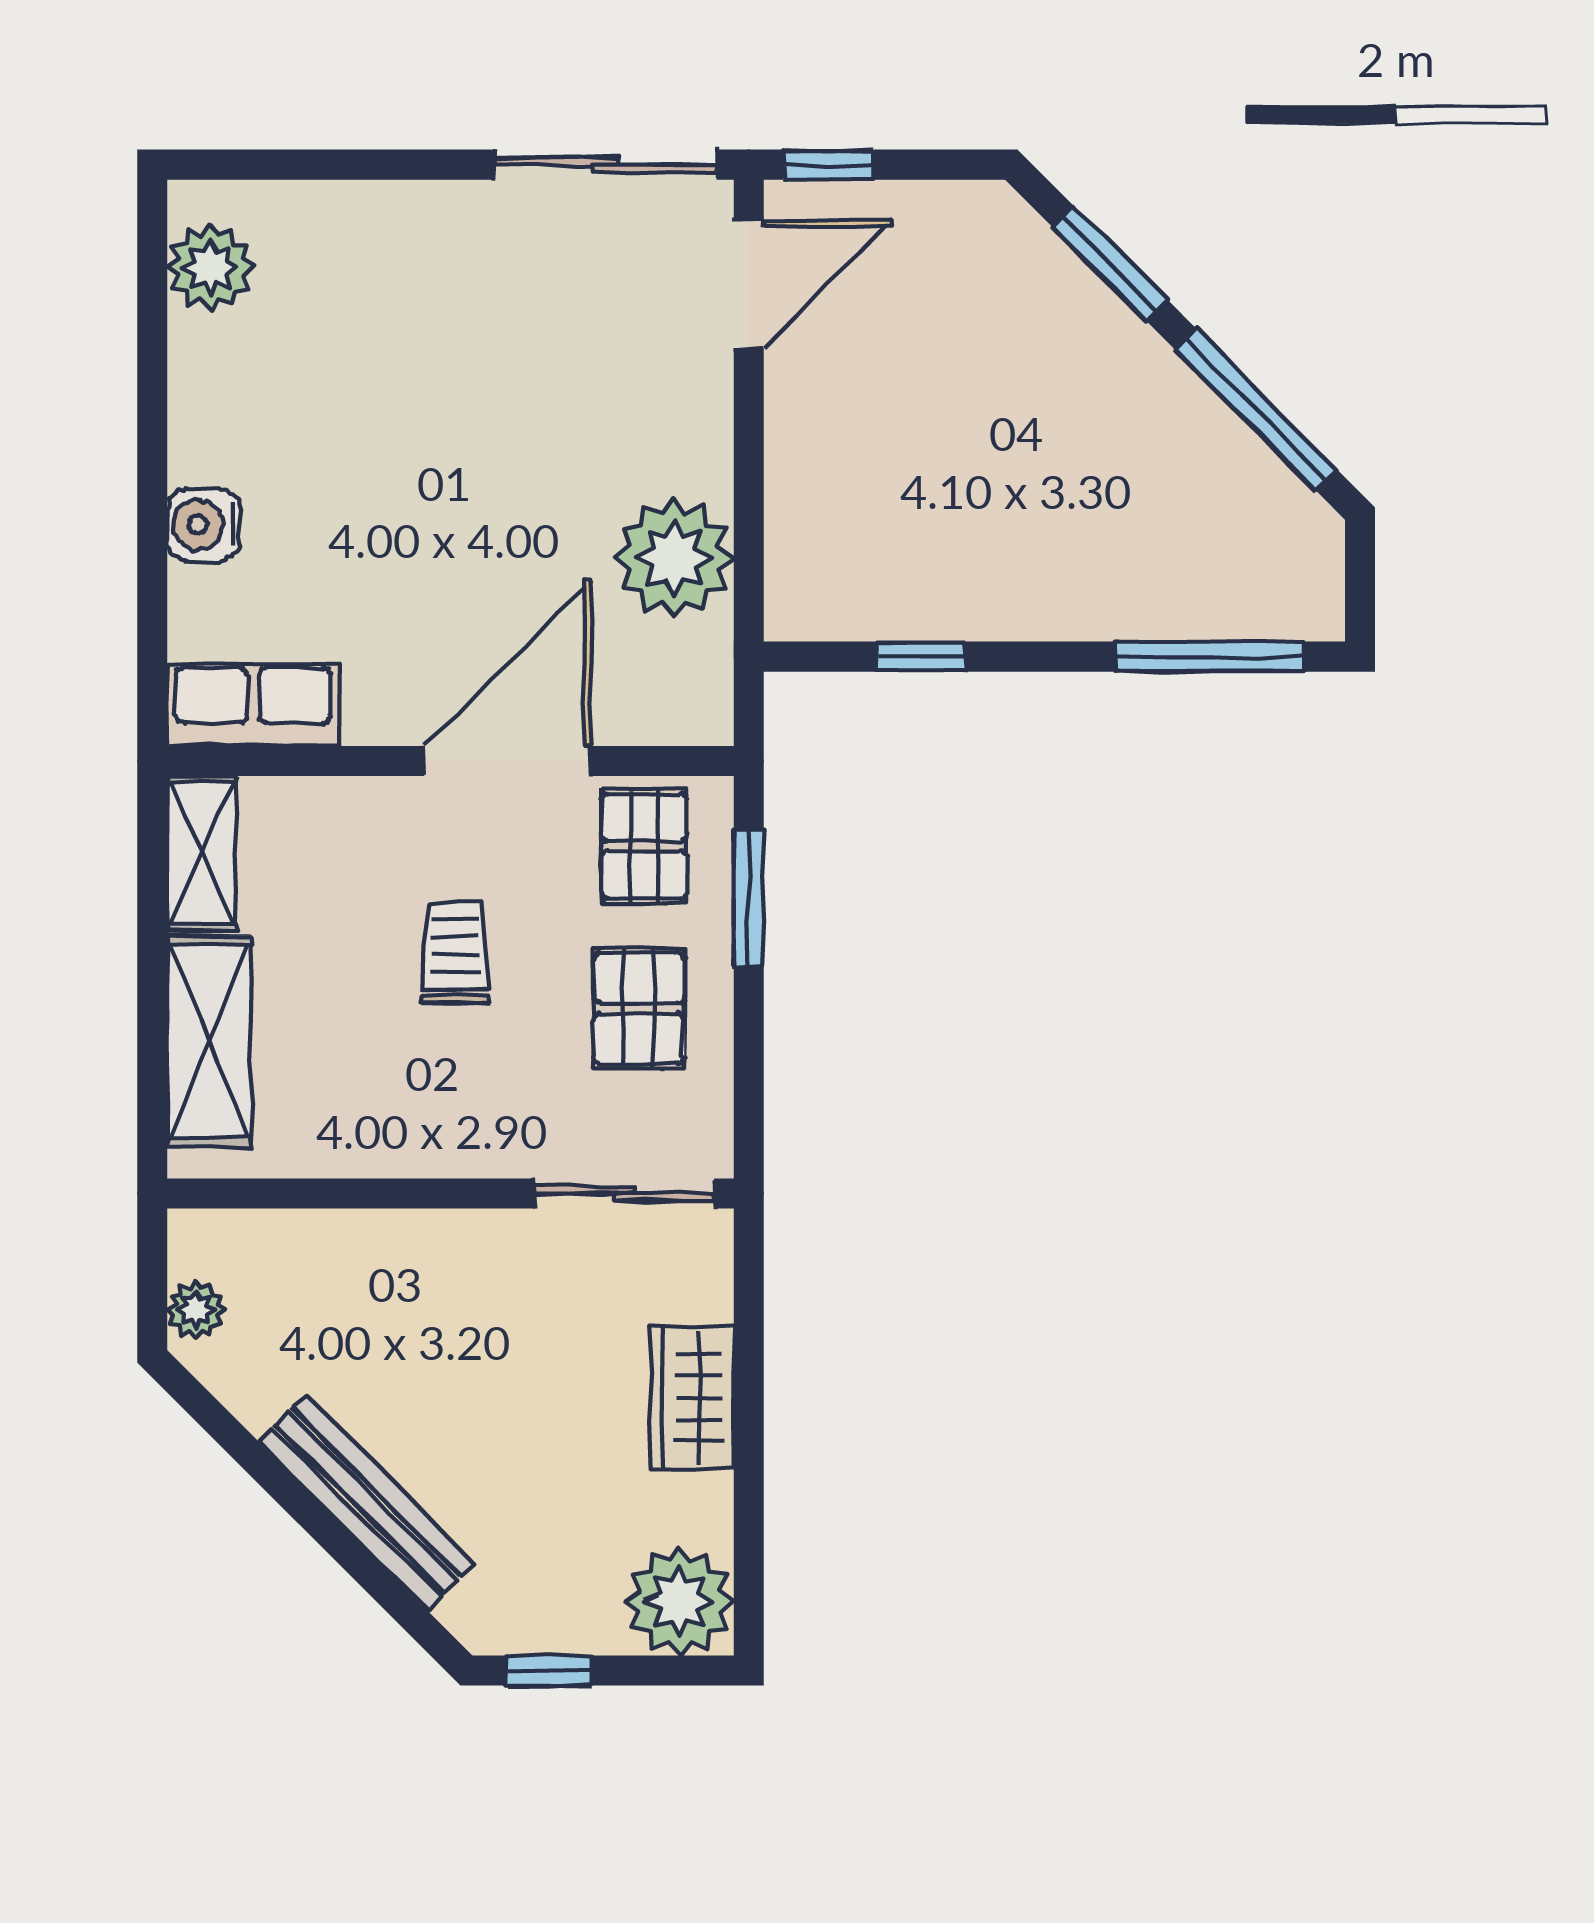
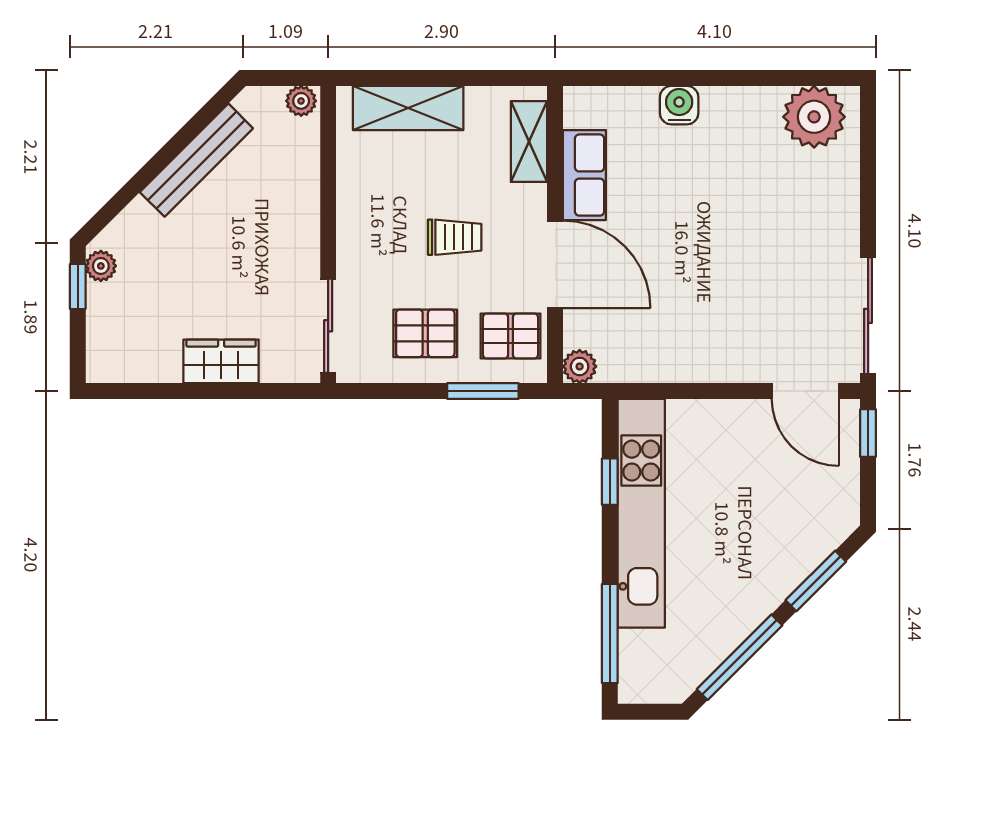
plant: (210, 267) -> (814, 117), width x1.36, depth x1.36
plant: (674, 558) -> (580, 366), moved, width x0.53, depth x0.53
kitchen unit: (982, 597) -> (641, 513), added
row of seats: (253, 705) -> (584, 175), moved
shelving: (202, 853) -> (529, 142), moved, turned 90
plant: (196, 1310) -> (301, 101), moved
bench: (367, 1503) -> (196, 160), moved
plant: (679, 1601) -> (101, 266), moved, width x0.53, depth x0.53

